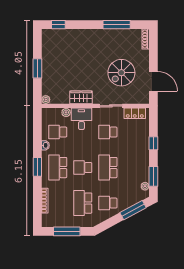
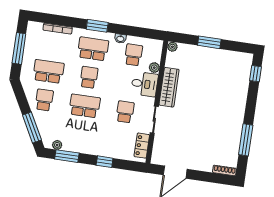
spiral stairs: (121, 73) -> (190, 137), removed
wardrobe: (81, 97) -> (169, 87), width x1.50

